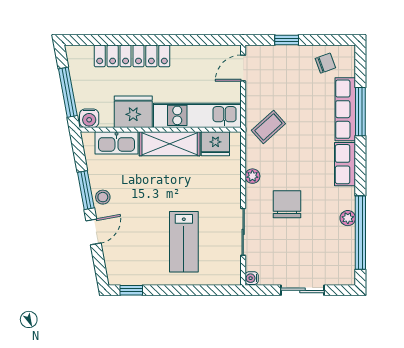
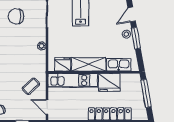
door: (243, 68) -> (47, 107), swing flipped
water cooler: (89, 118) -> (134, 79), removed
coffee table: (268, 127) -> (31, 86), moved
chair: (287, 204) -> (16, 16), moved, turned 90

